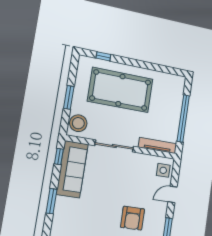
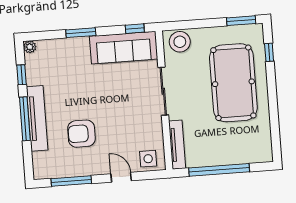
window: (69, 97) -> (241, 21), moved

